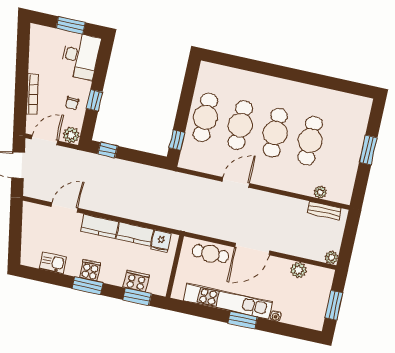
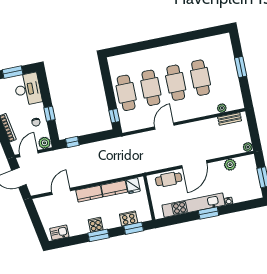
kitchen sink: (53, 263) -> (59, 233), moved

